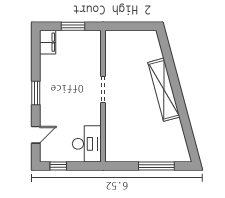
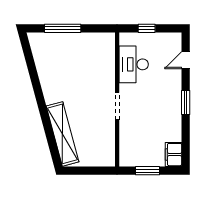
shelving: (164, 90) -> (62, 134), moved
desk: (87, 144) -> (134, 64), moved
window: (58, 166) -> (147, 28), moved

